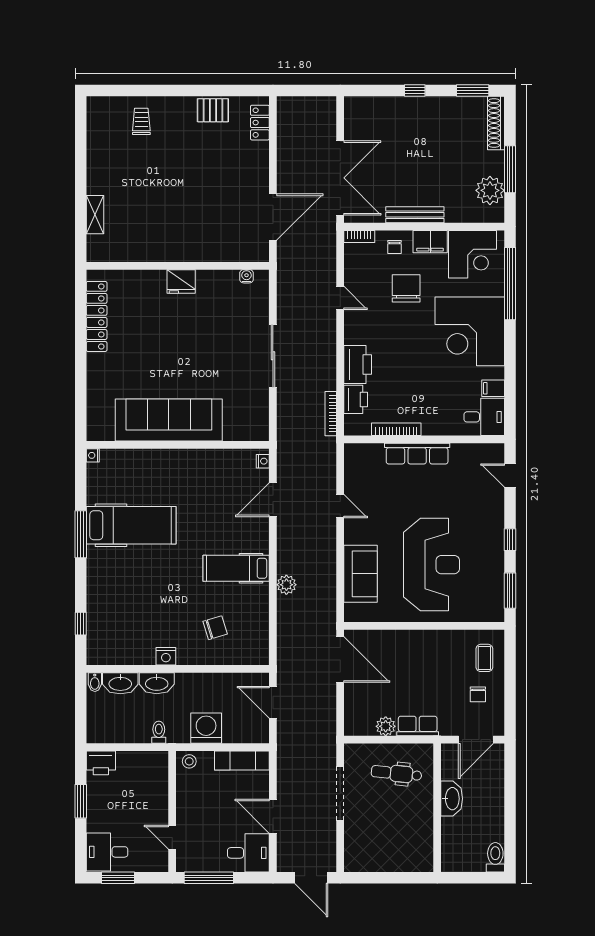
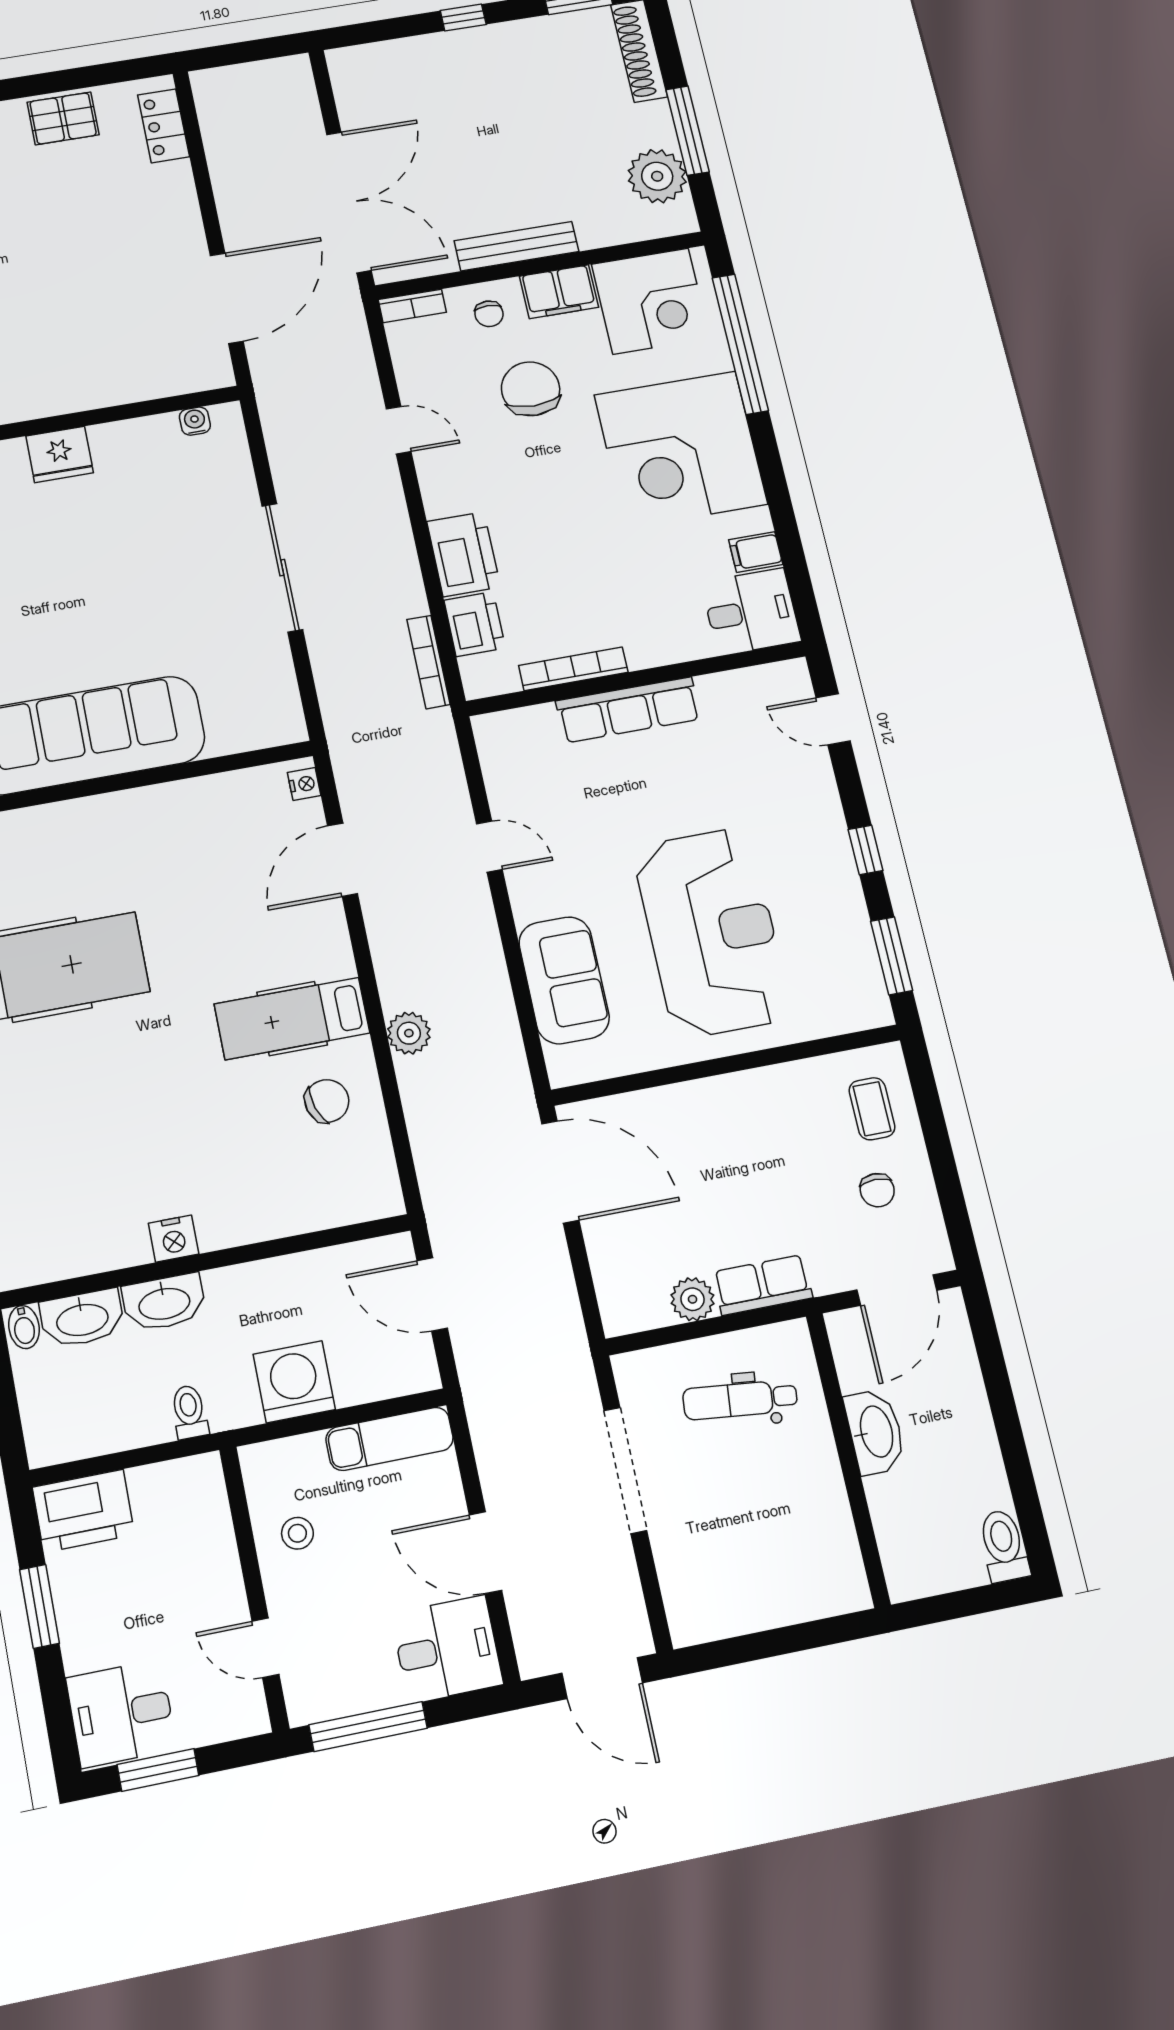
chair: (215, 628) -> (327, 1101), moved
stool: (189, 761) -> (297, 1533), moved
printer: (101, 763) -> (83, 1511), width x1.37, depth x1.19

